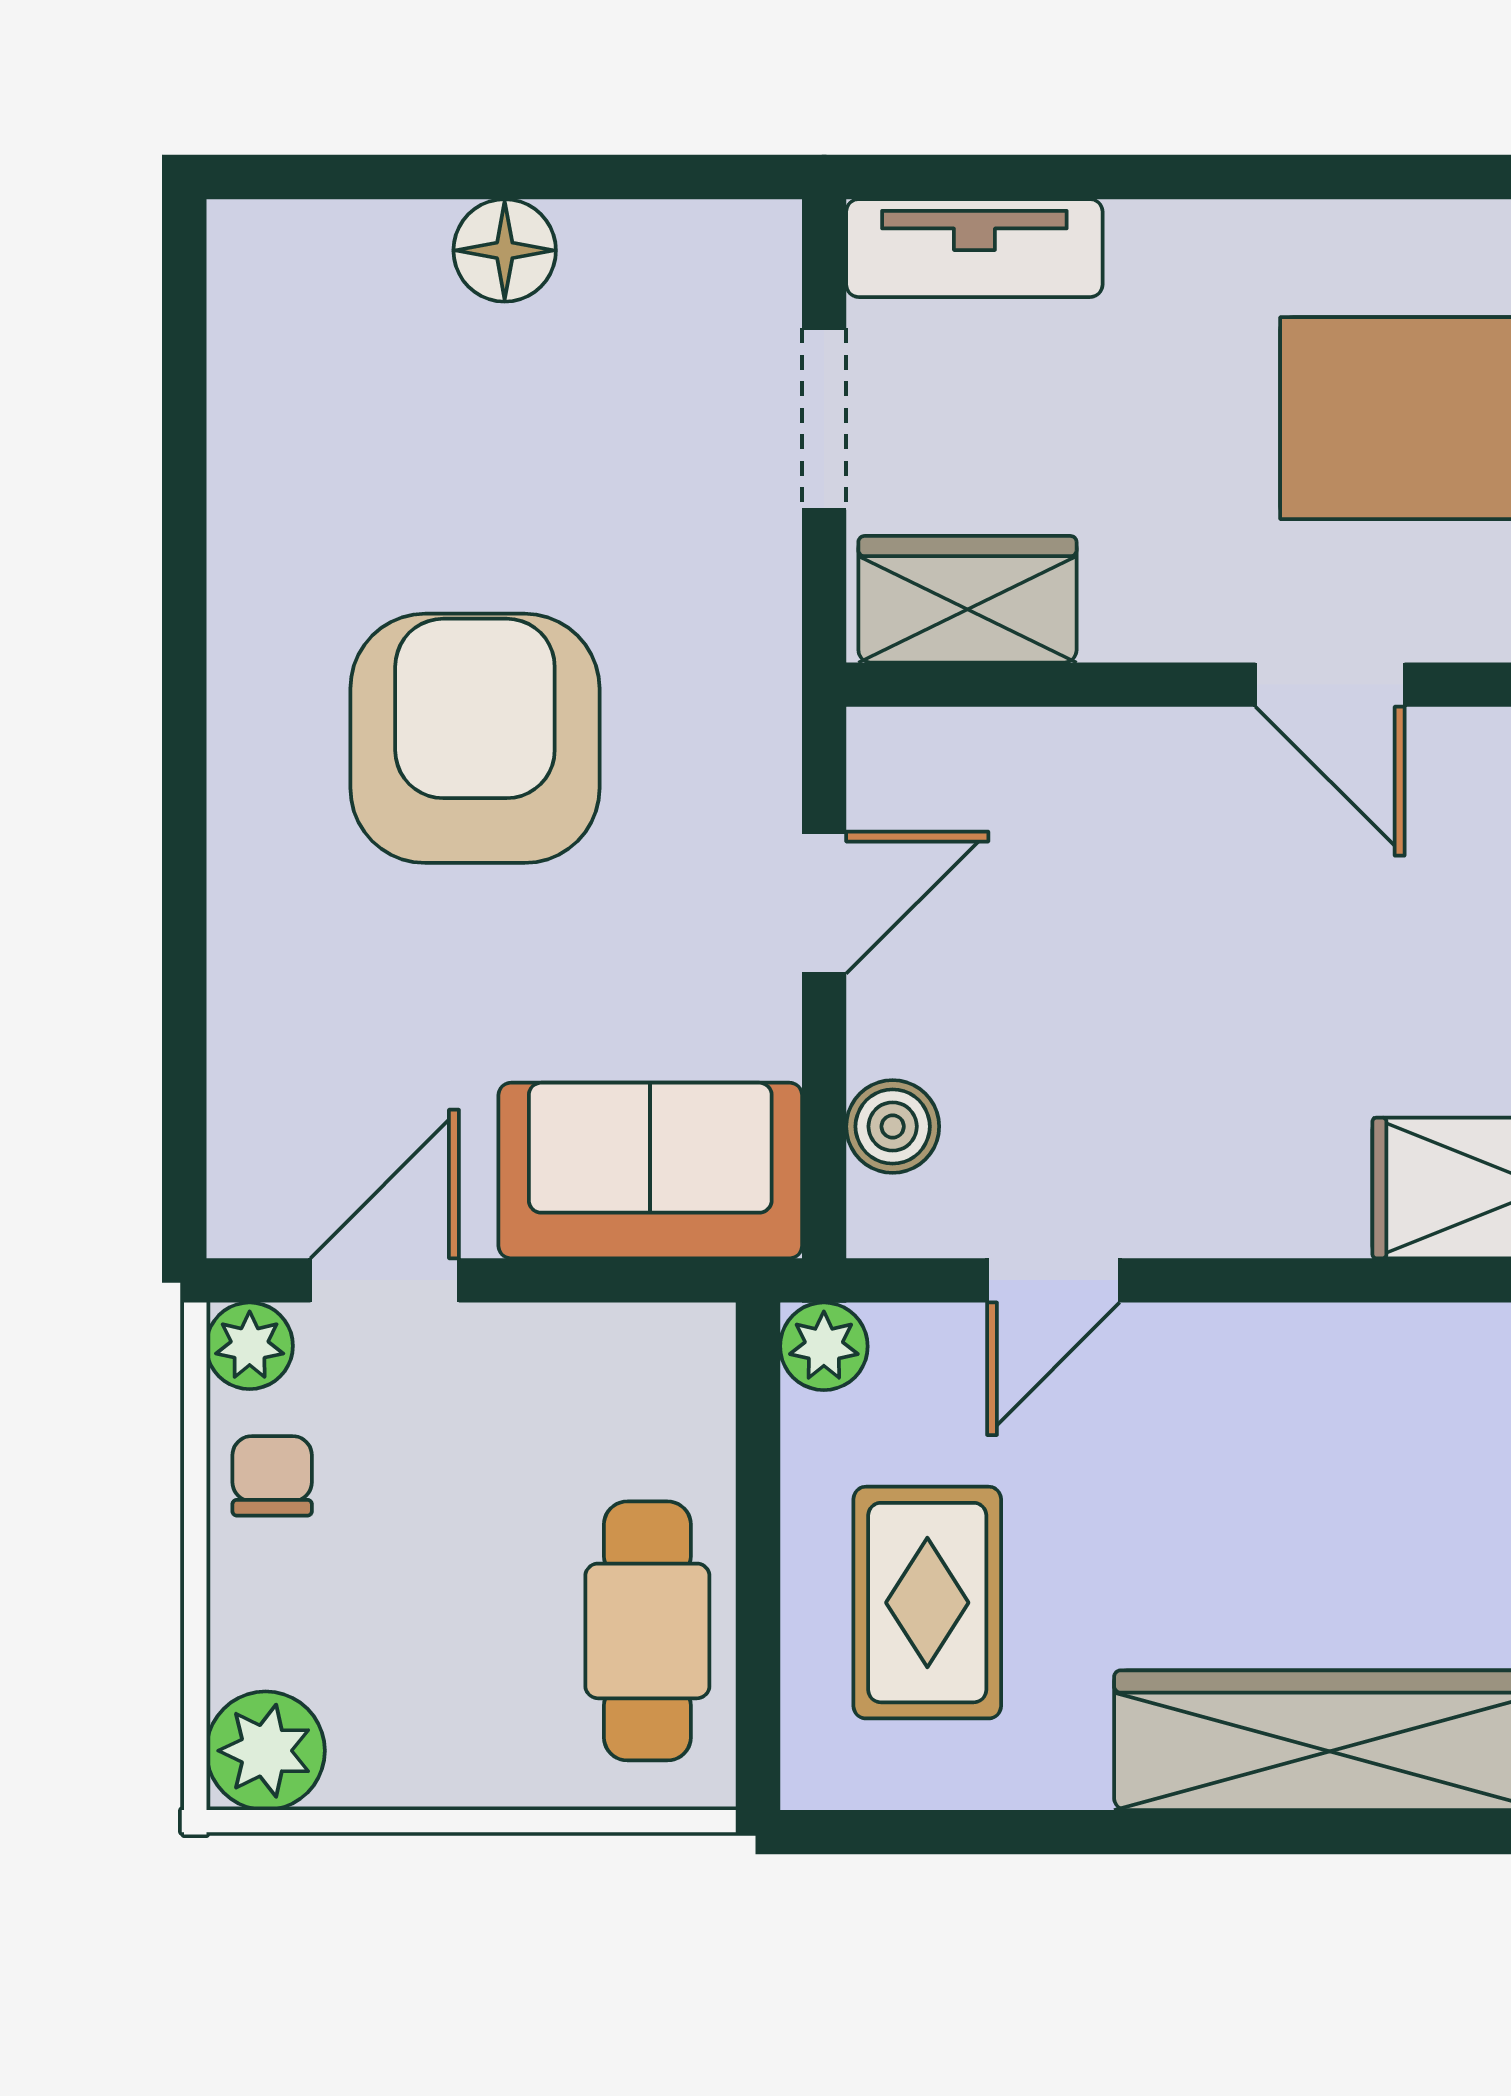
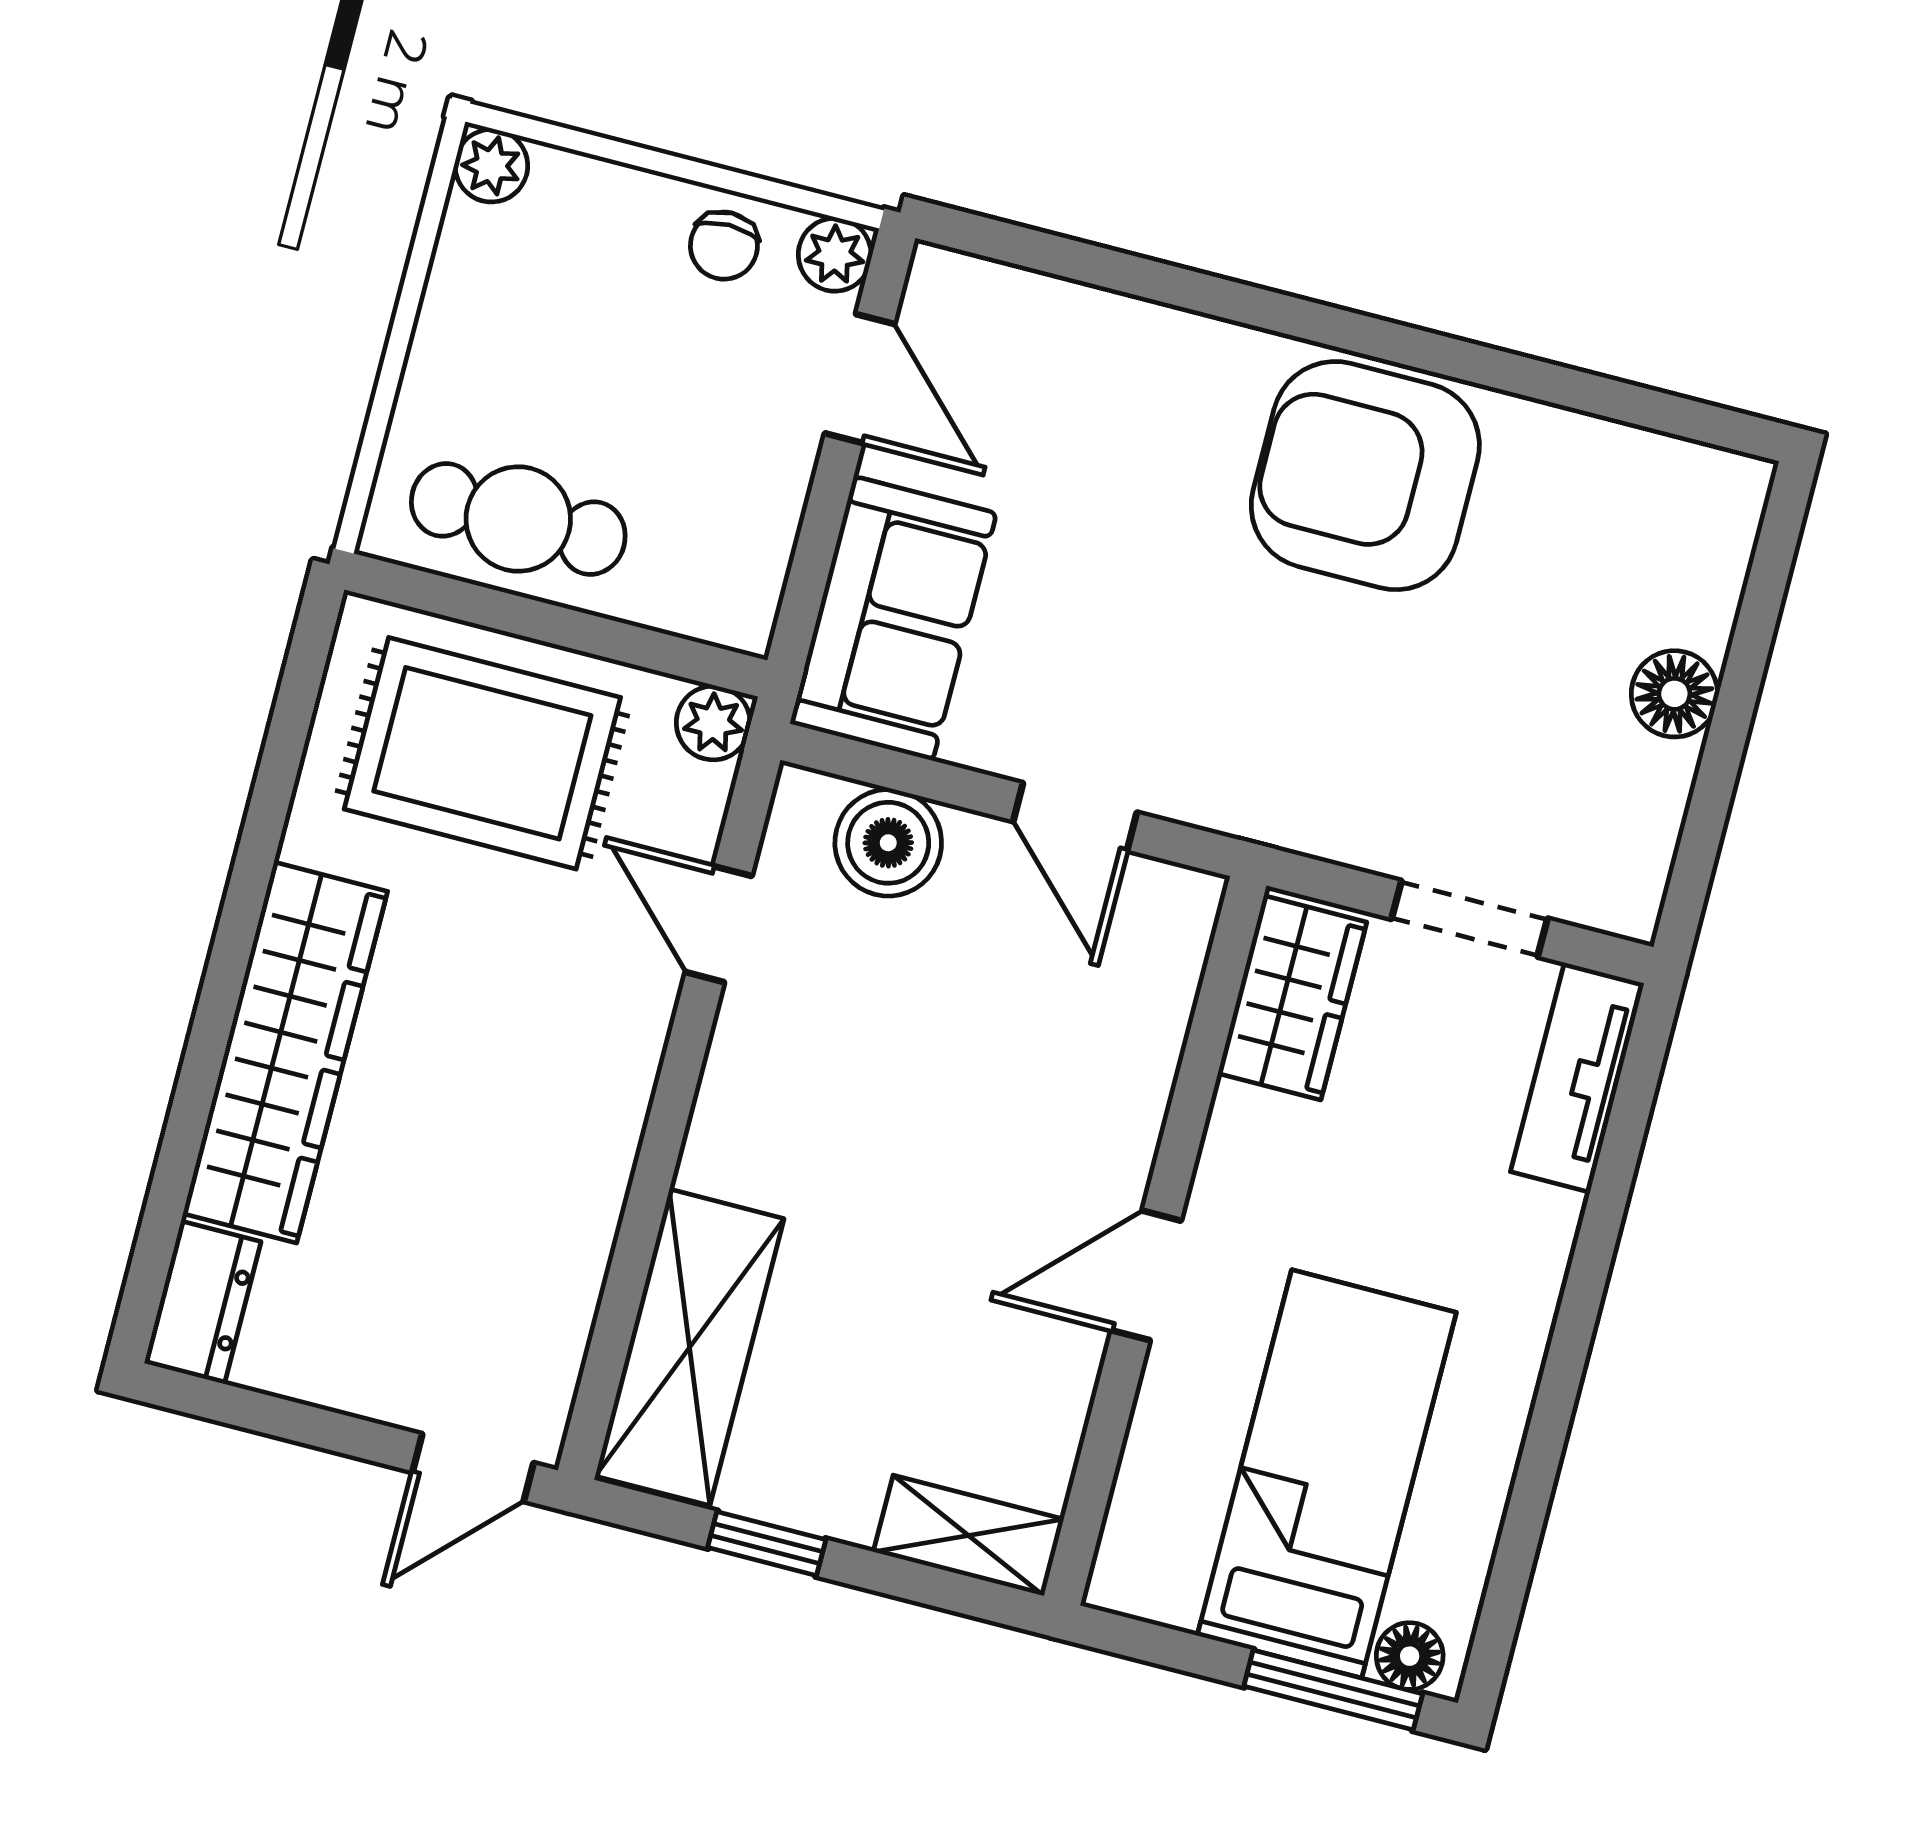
armchair: (475, 738) -> (1365, 476), moved, turned 180
boiler: (893, 1126) -> (888, 843), width x1.36, depth x1.36
chair: (272, 1476) -> (724, 246), turned 90
rug: (927, 1603) -> (482, 753), width x1.36, depth x1.43
plant: (266, 1751) -> (491, 166), width x0.73, depth x0.73

